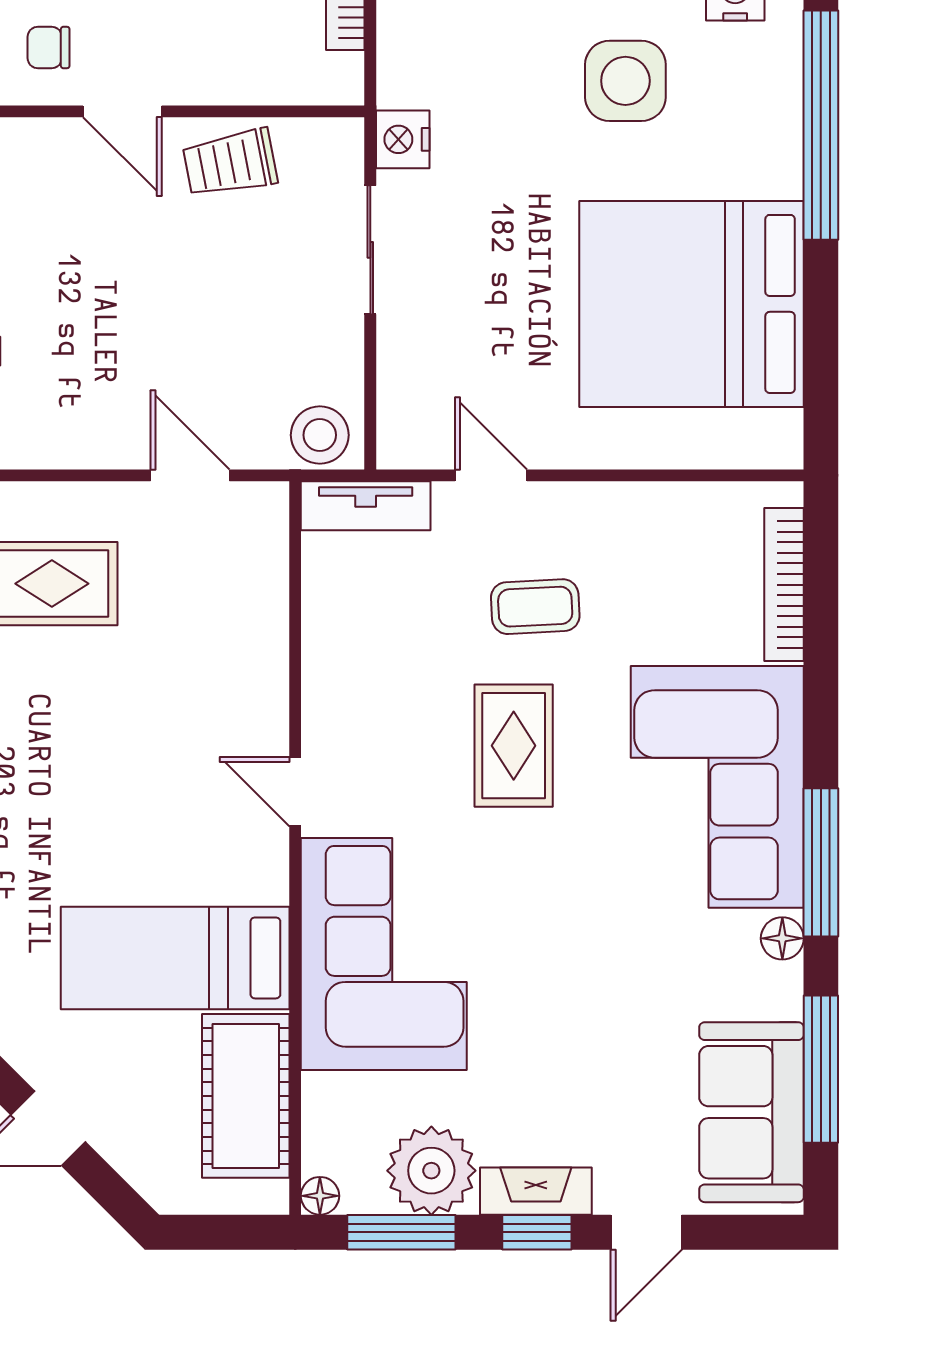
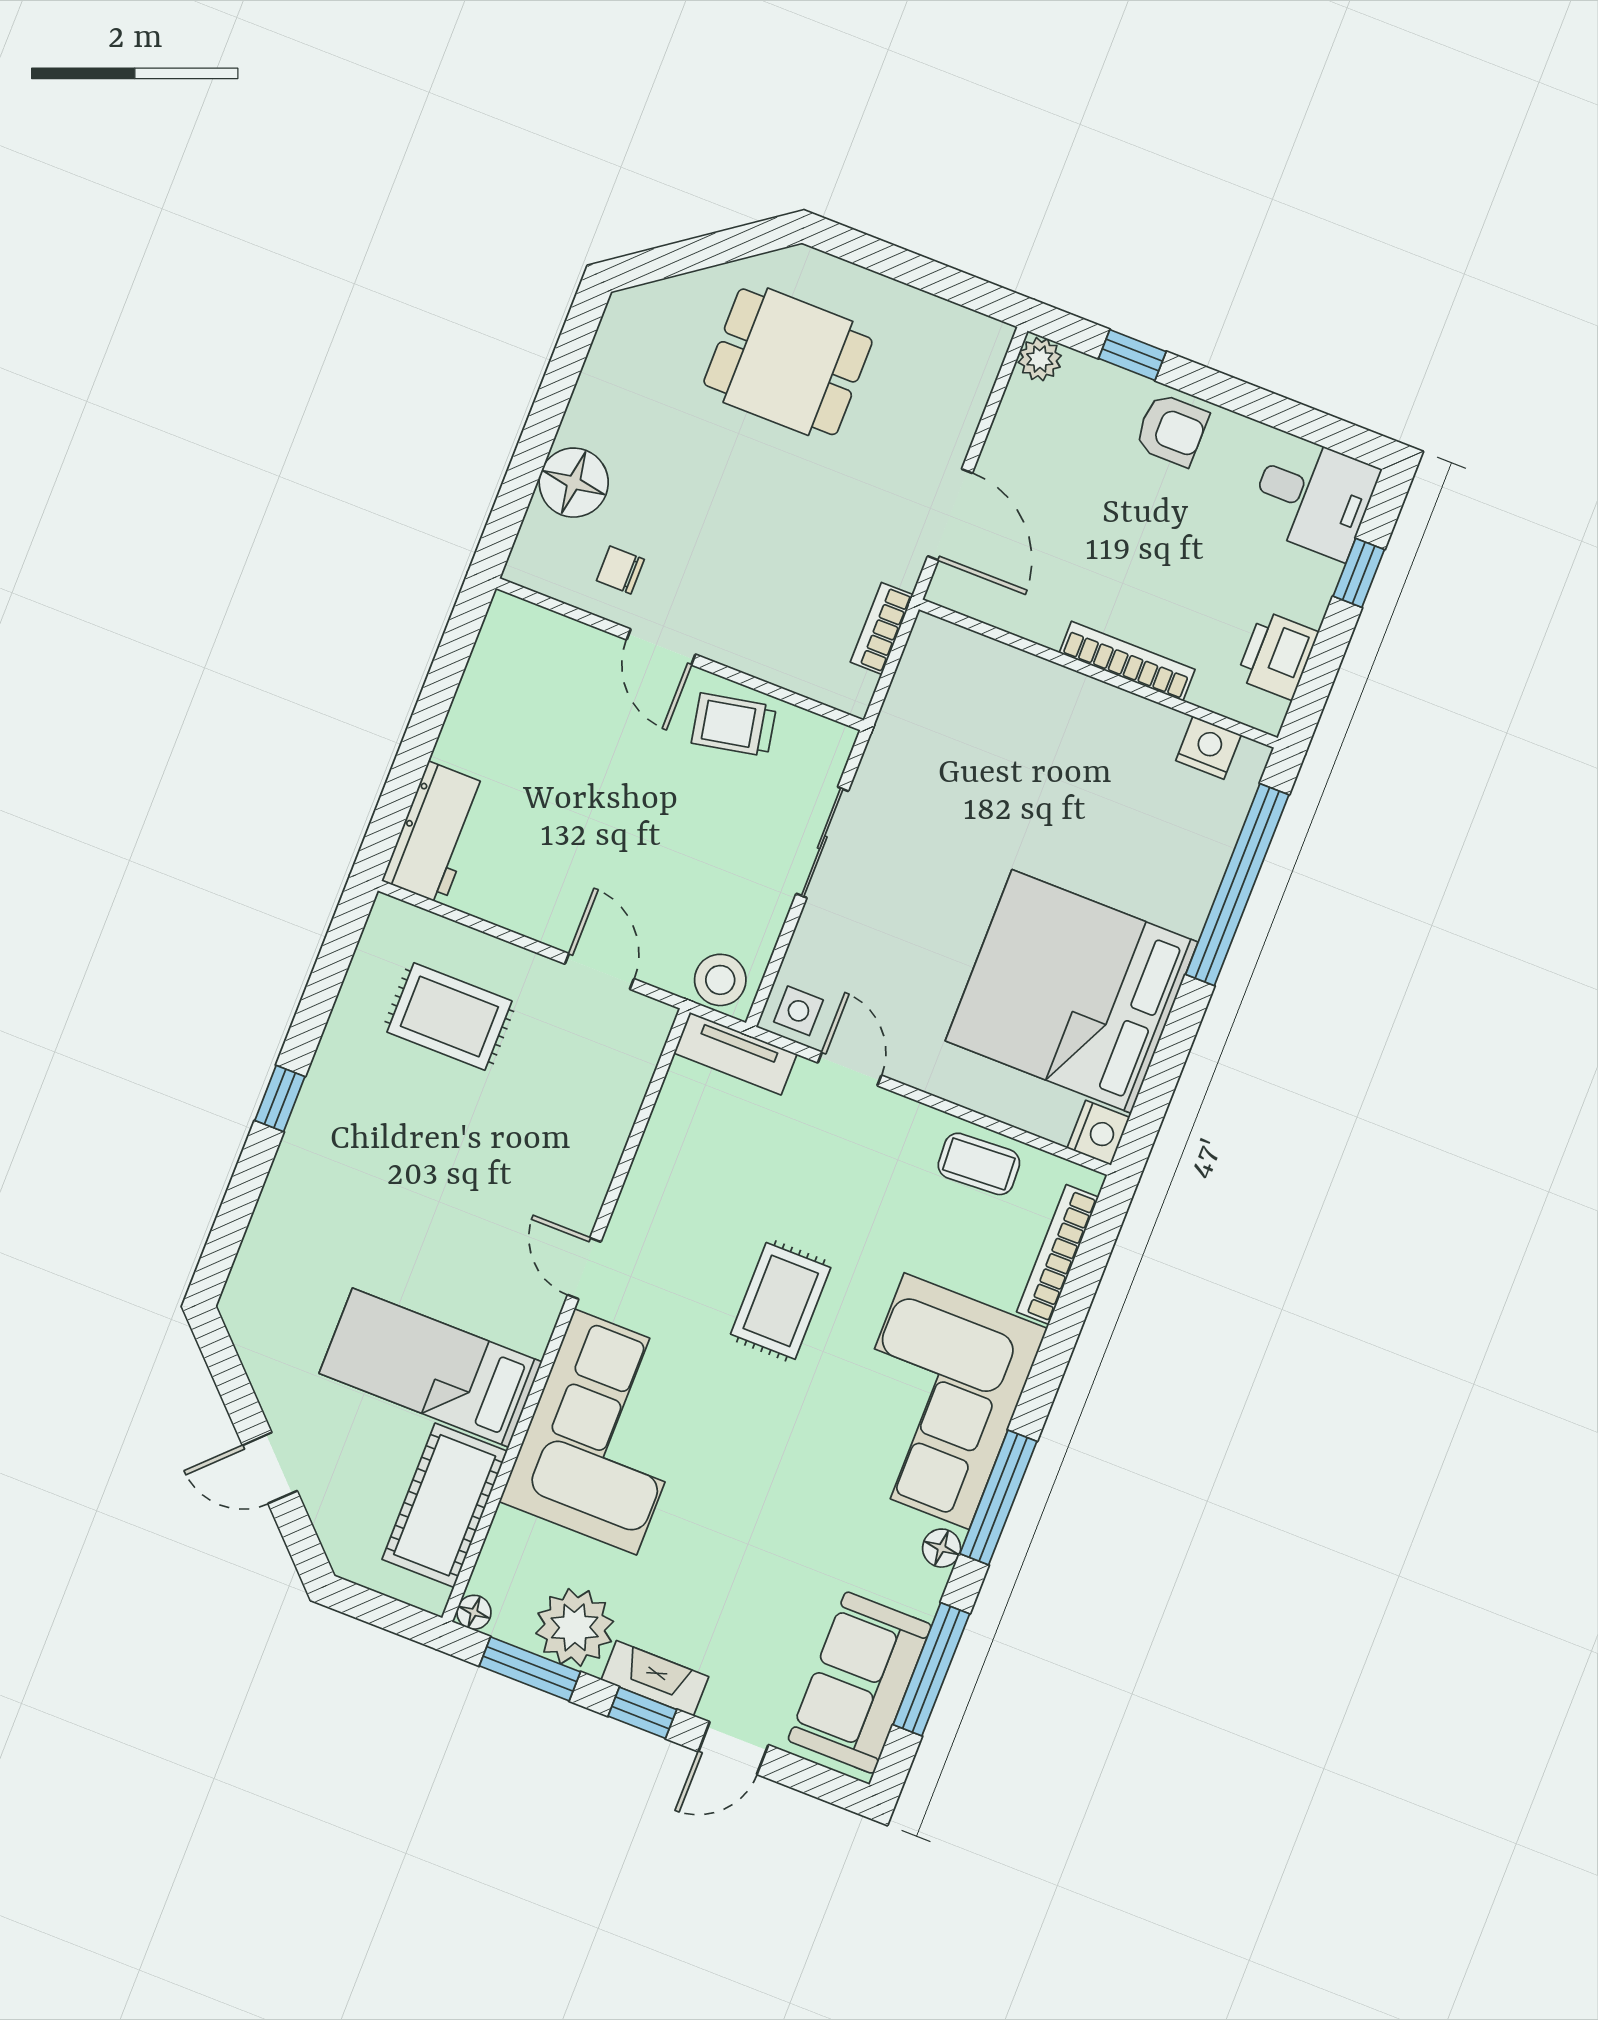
side table: (625, 81) -> (798, 1011), moved, width x0.54, depth x0.54
nightstand: (403, 139) -> (1098, 1133), moved, turned 180
coffee table: (535, 607) -> (979, 1164), moved

